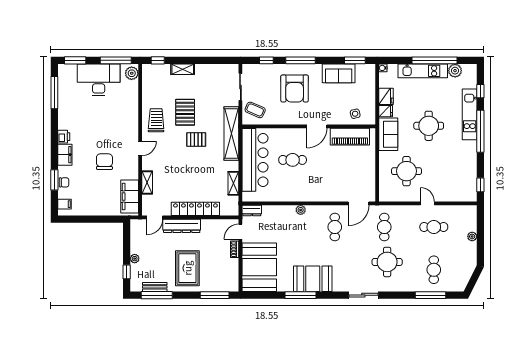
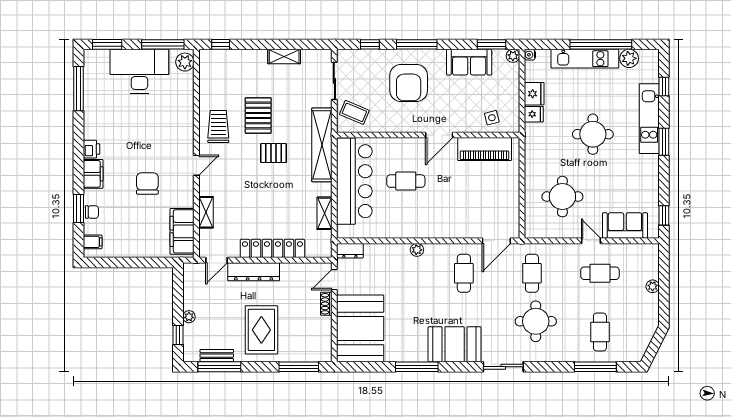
shelving: (183, 69) -> (284, 57), moved
plant: (370, 69) -> (513, 56), added
window: (480, 131) -> (664, 142), width x0.47
sofa: (388, 134) -> (625, 225), moved, turned -90
booth: (313, 279) -> (455, 344), moved

